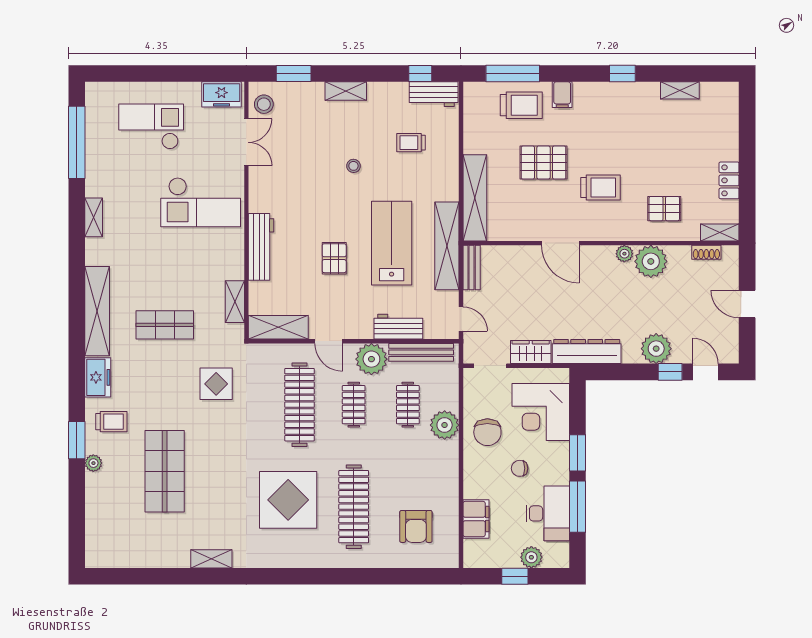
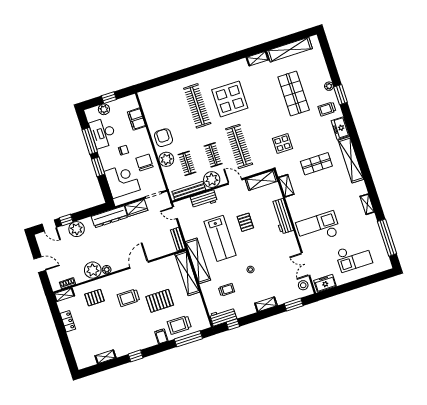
door: (560, 243) -> (139, 265), hinge flipped
shelving: (447, 246) -> (198, 261), moved
armchair: (416, 526) -> (163, 138), moved
shelving: (145, 556) -> (289, 50), added

